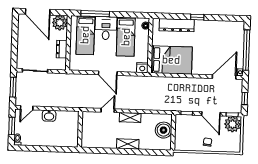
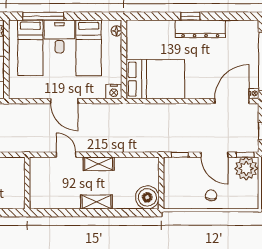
dresser: (177, 25) -> (200, 29), moved
door: (108, 110) -> (66, 155), hinge flipped
boiler: (164, 130) -> (147, 197), moved

